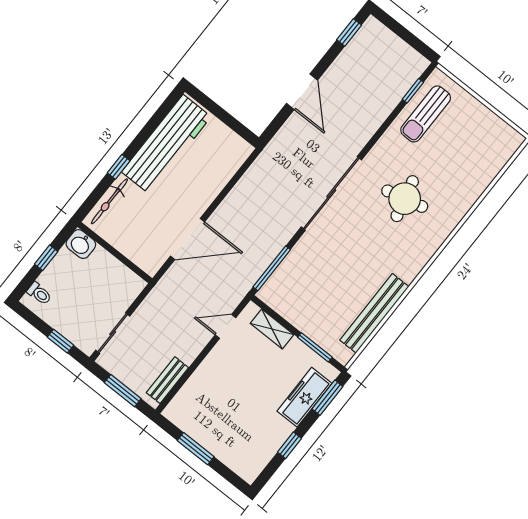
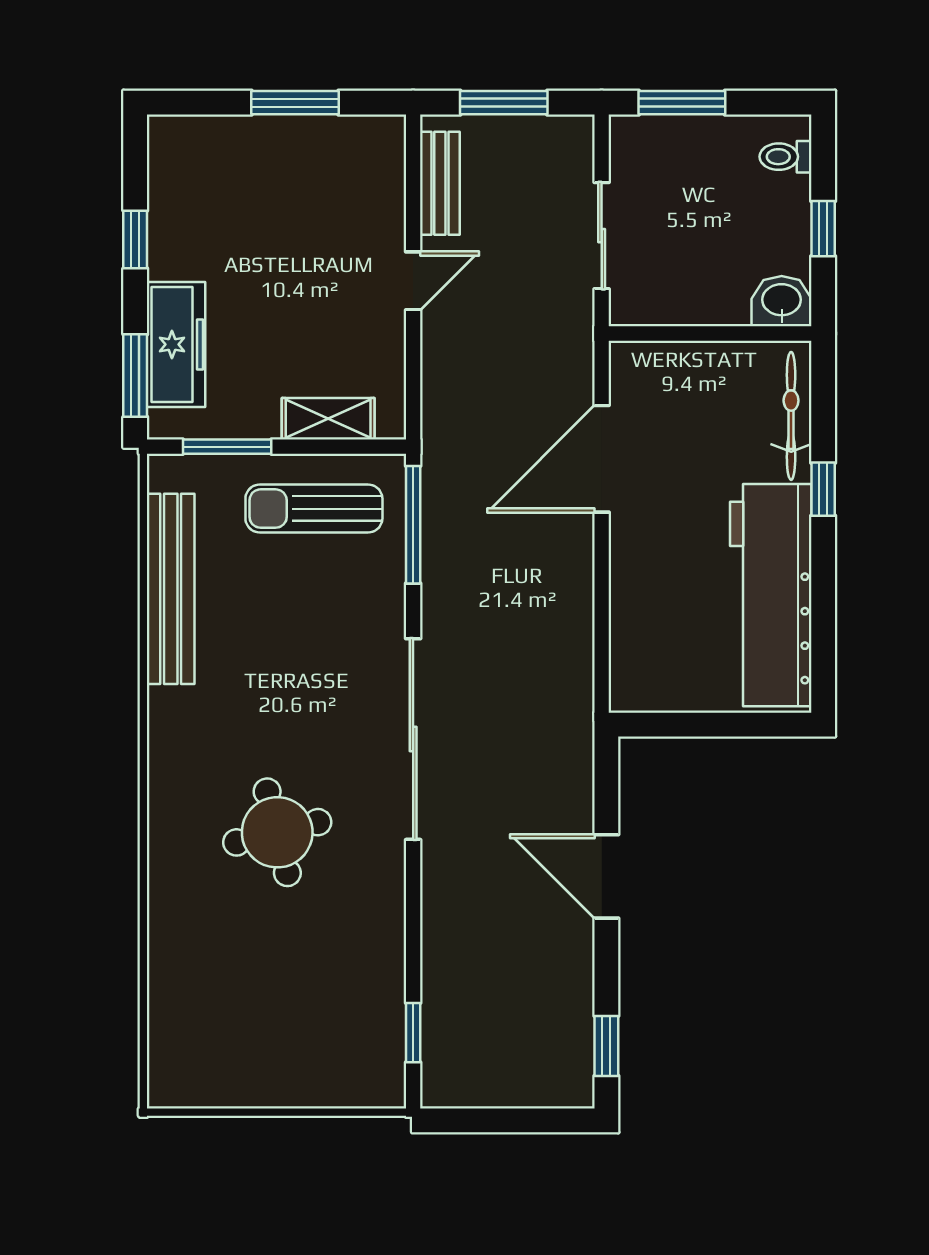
sun lounger: (426, 114) -> (314, 509), moved, turned -90
door: (226, 326) -> (413, 281), moved
sliding door: (113, 333) -> (602, 236), moved
window: (60, 341) -> (682, 103), width x1.50

